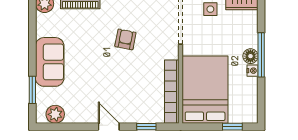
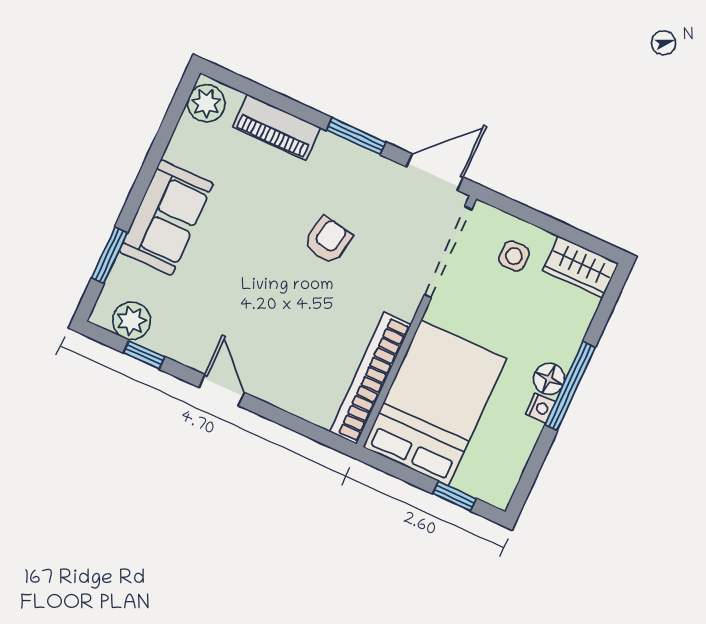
window: (146, 127) -> (144, 355), moved

